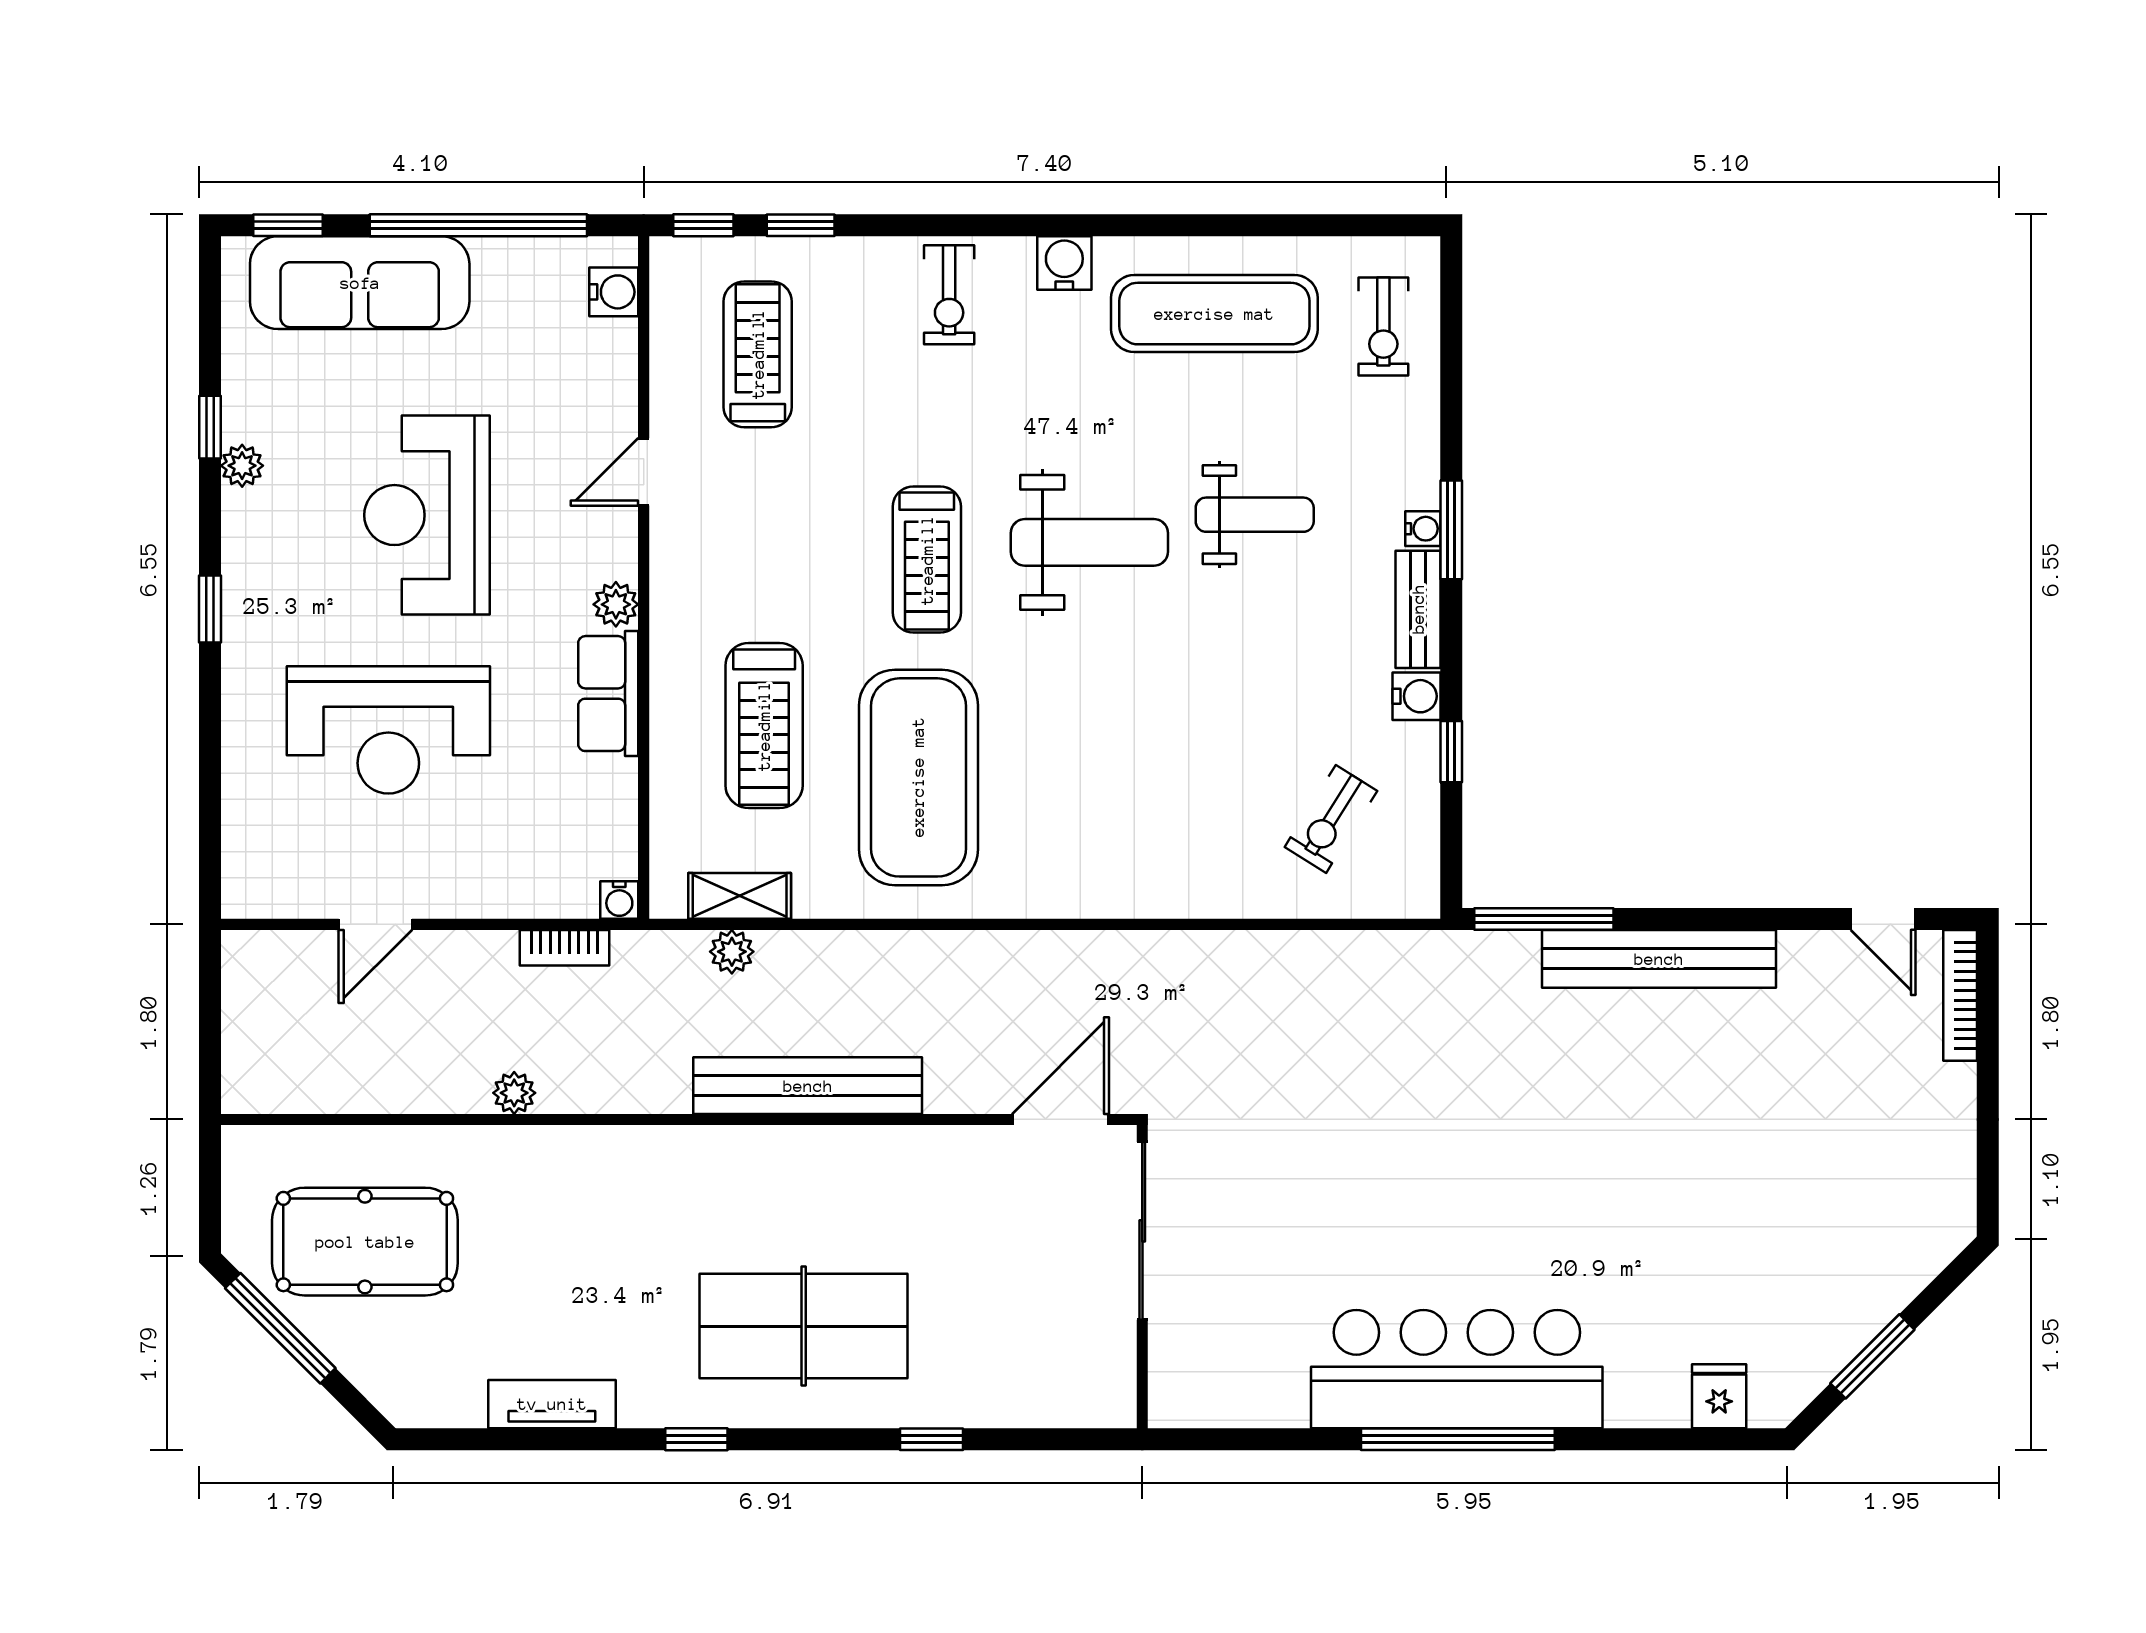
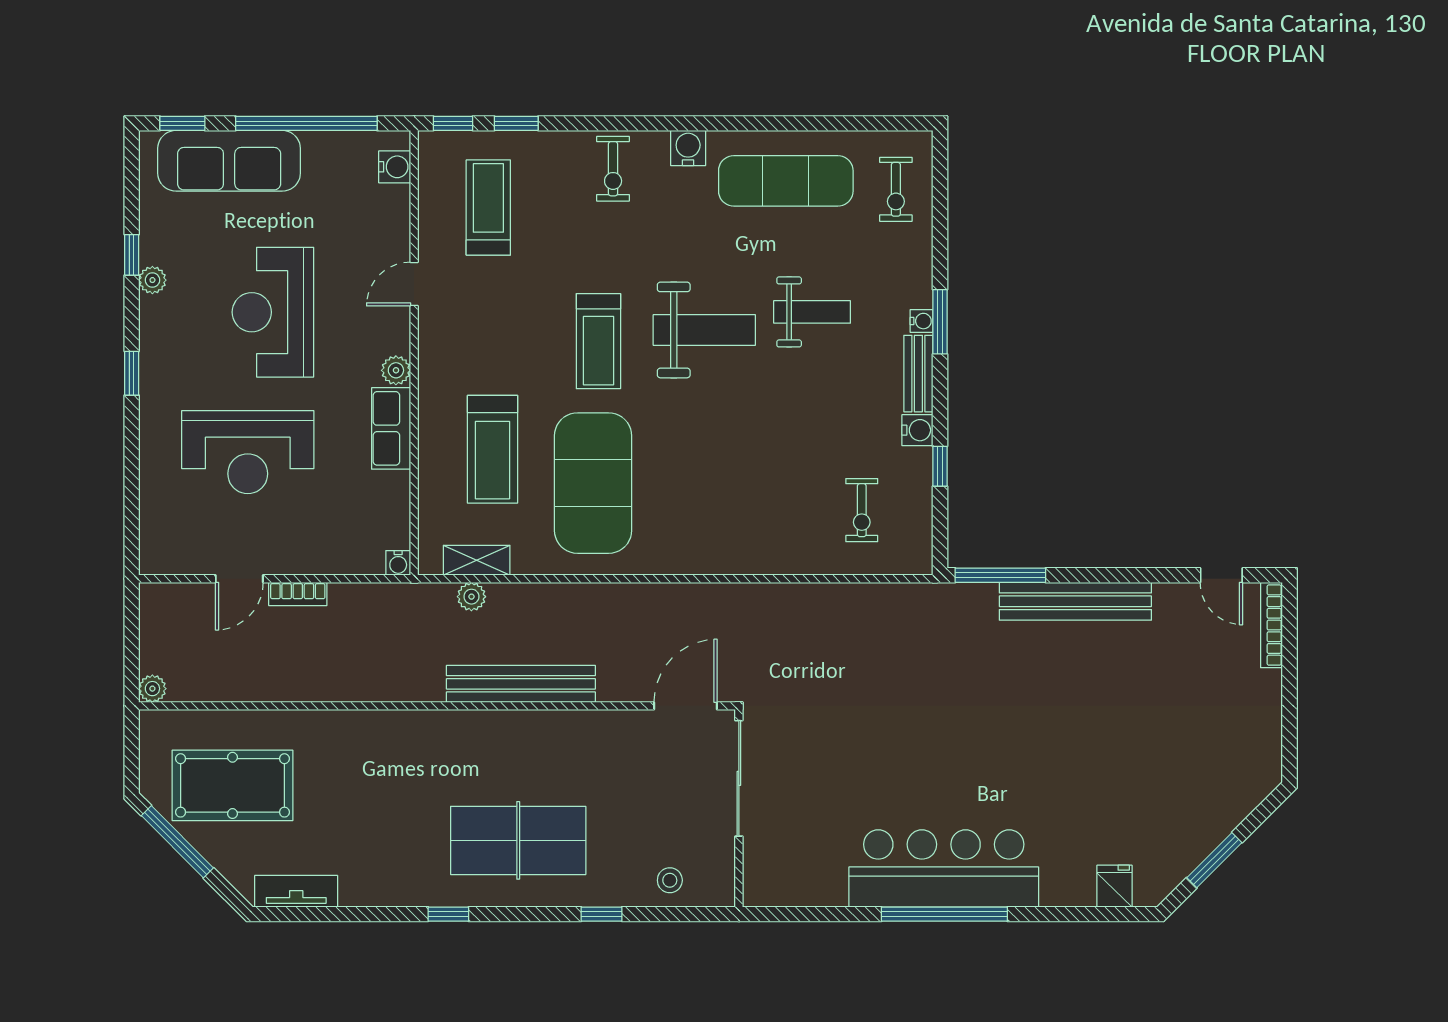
exercise bike: (1331, 819) -> (862, 510), turned -32
bookcase: (565, 948) -> (298, 594), moved
plant: (514, 1093) -> (152, 689), moved
stool: (1036, 1387) -> (670, 880), added
tv unit: (552, 1404) -> (296, 891), moved

